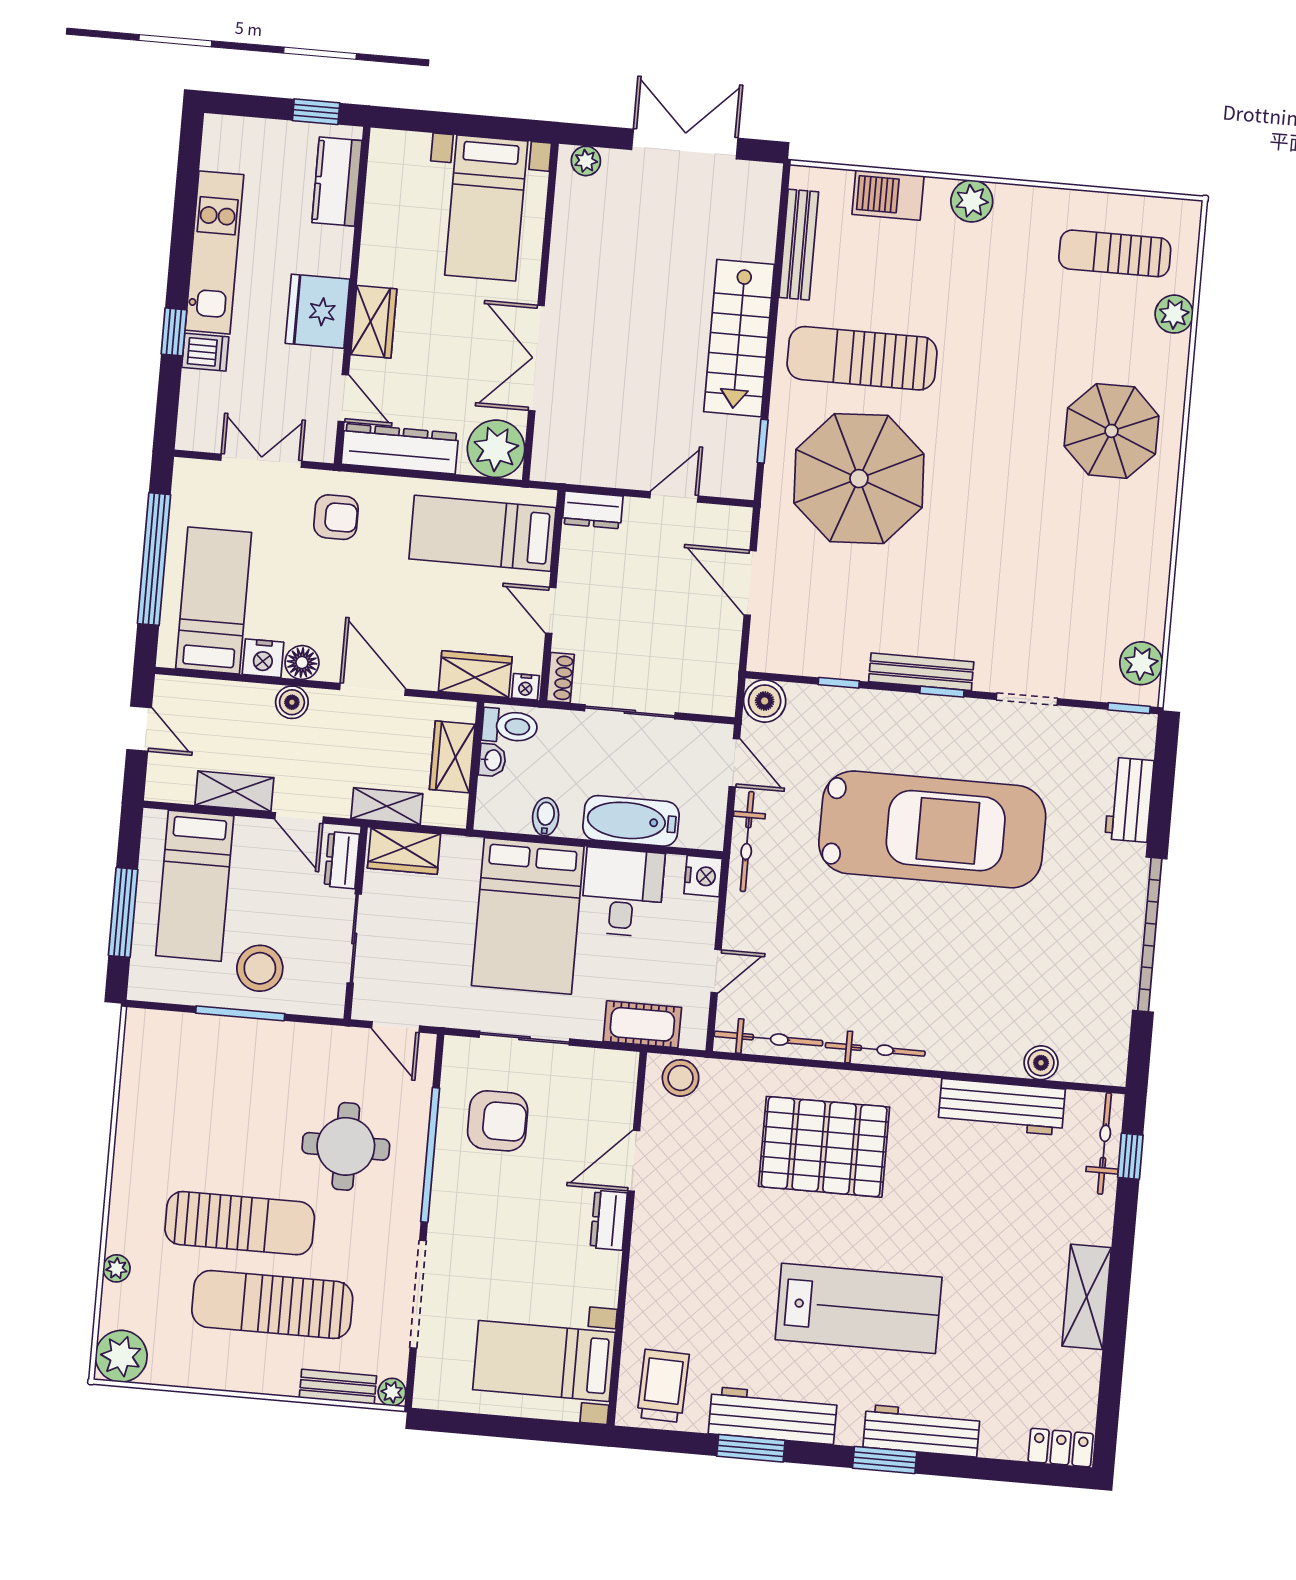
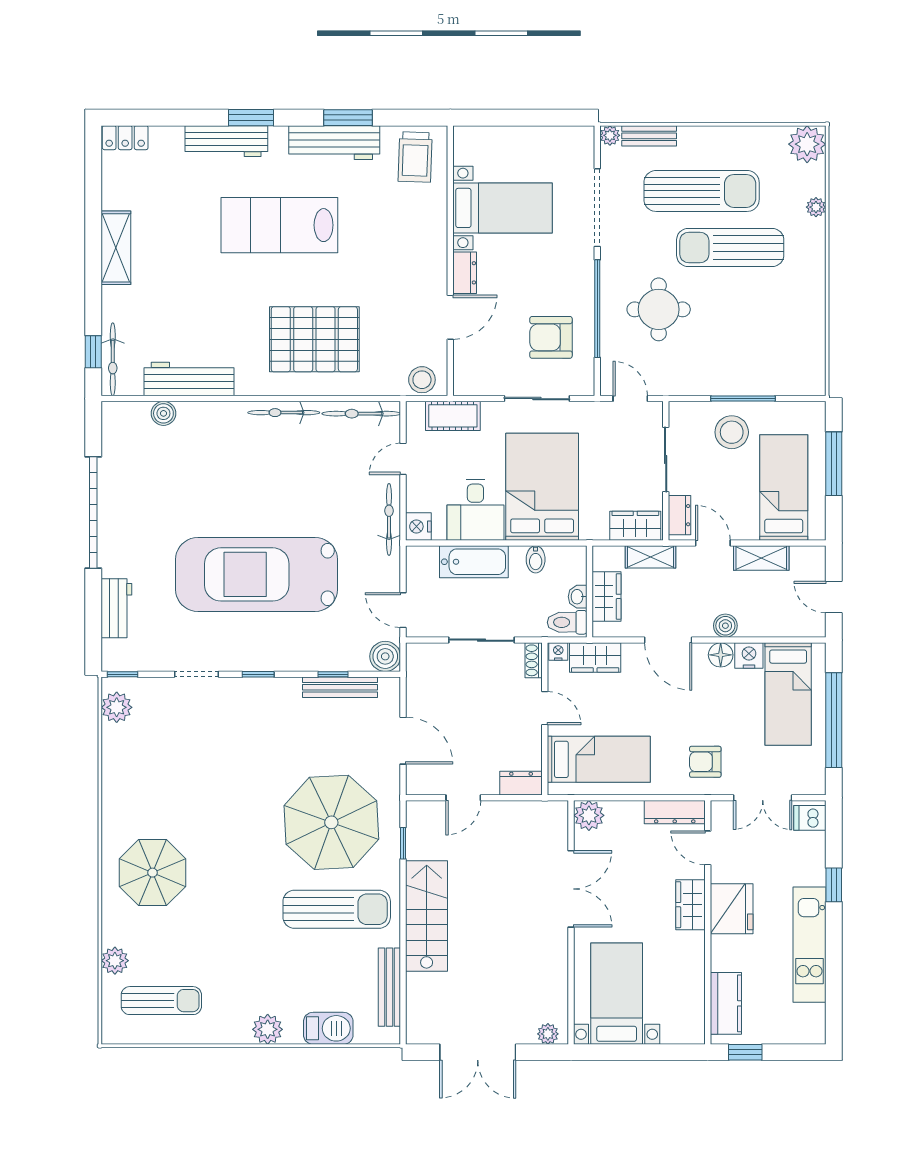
dishwasher: (205, 352) -> (810, 818), moved
dresser: (400, 449) -> (675, 812), width x0.73, depth x0.80
plant: (496, 449) -> (589, 815), width x0.73, depth x0.73
bench: (921, 672) -> (340, 687), moved
bicycle: (747, 842) -> (389, 519), moved
bed with nightstands: (544, 1361) -> (503, 208), moved

